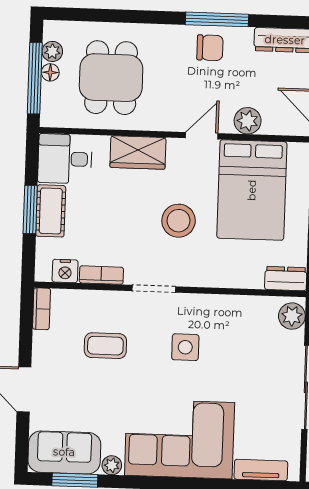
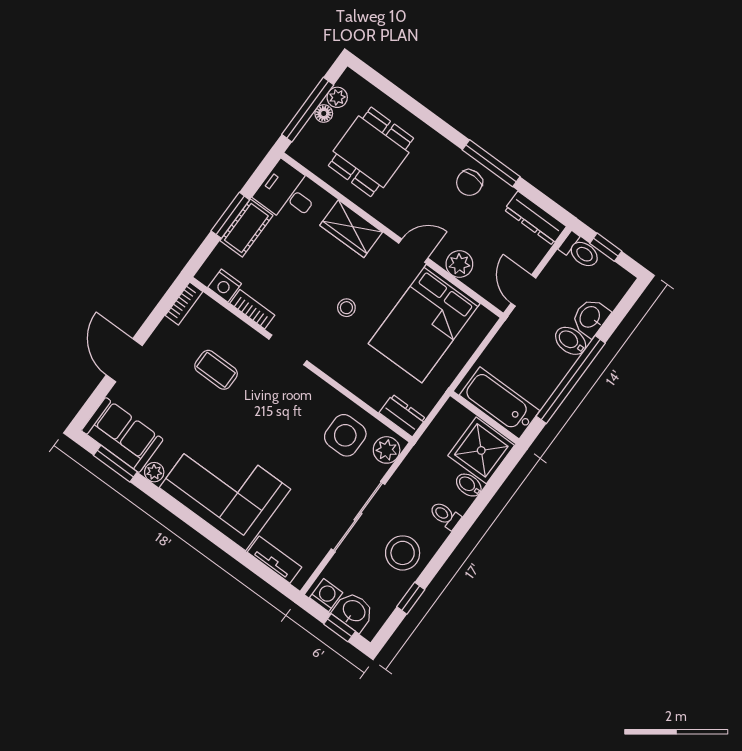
chair: (210, 48) -> (469, 183), turned 90
stool: (179, 221) -> (346, 308), width x0.53, depth x0.53
side table: (185, 347) -> (345, 435), moved, width x1.37, depth x1.37

